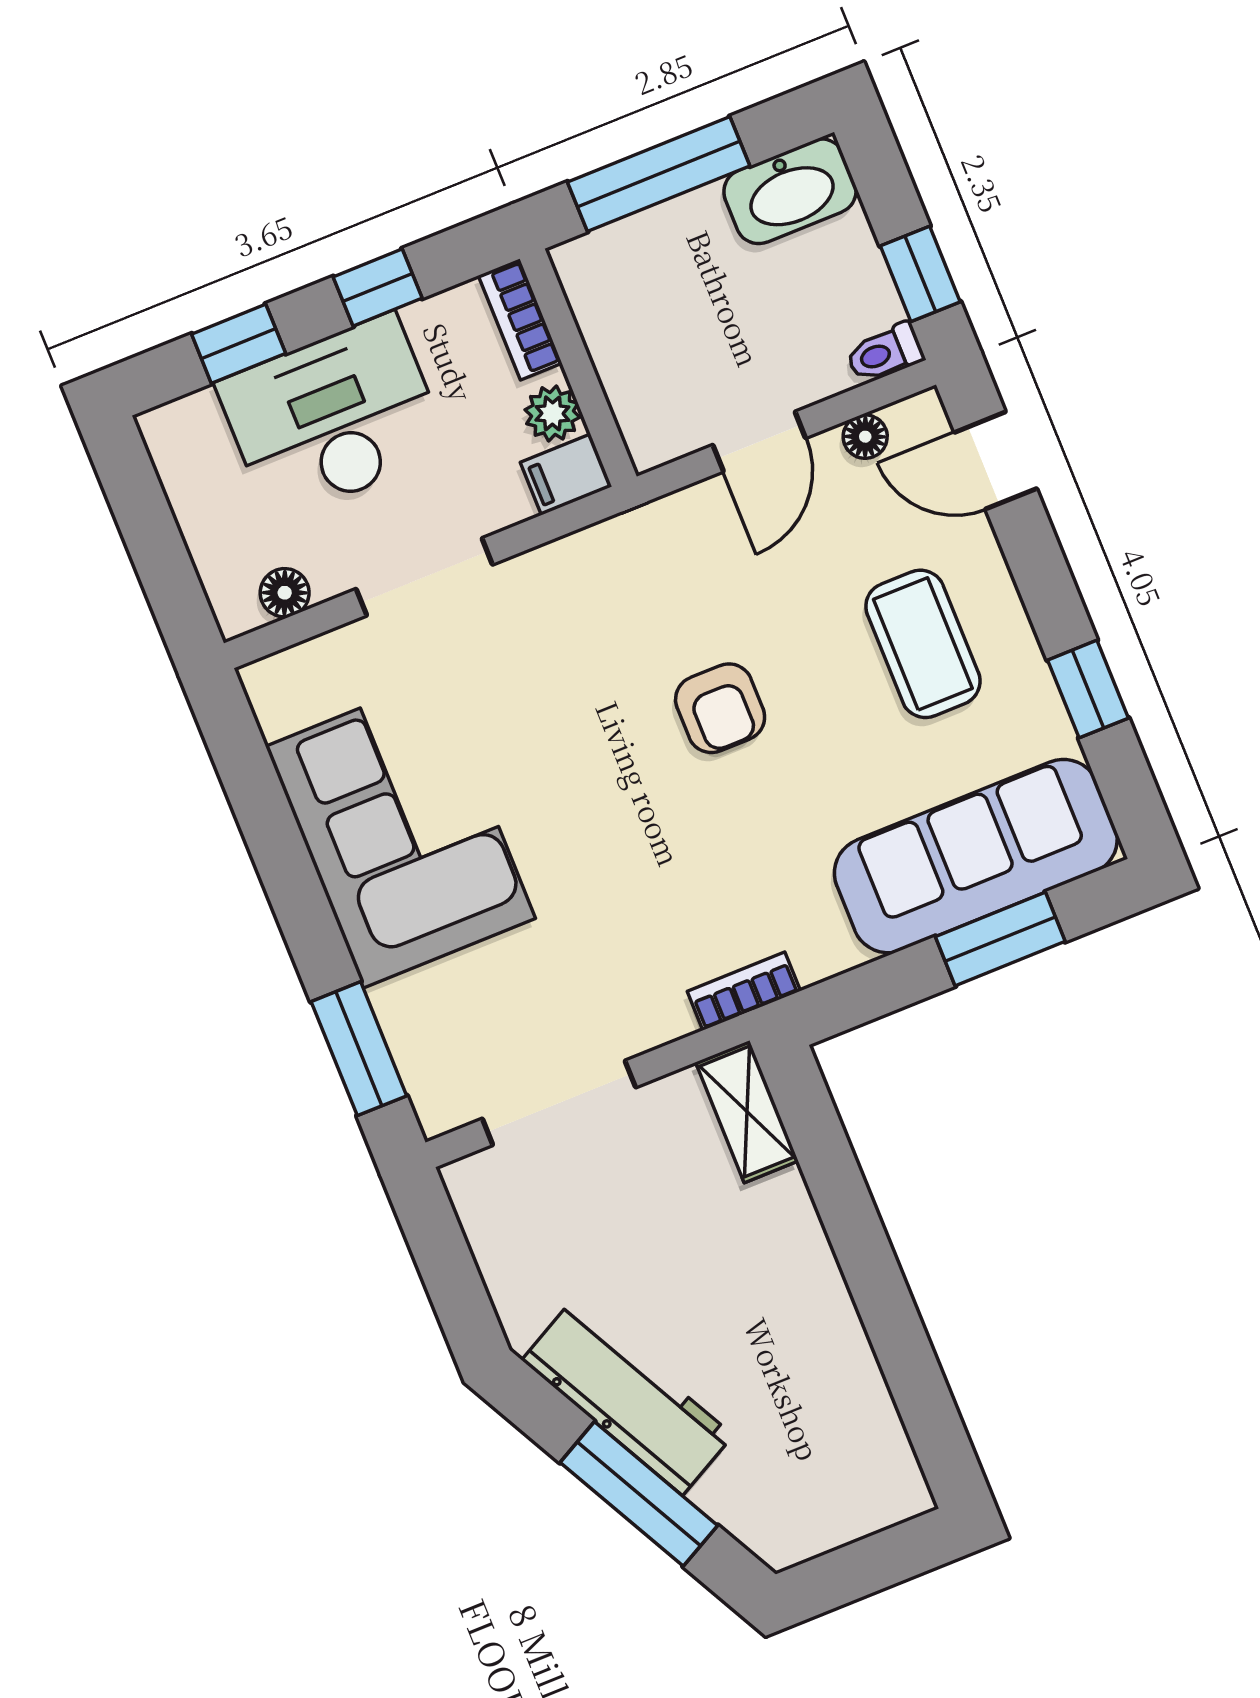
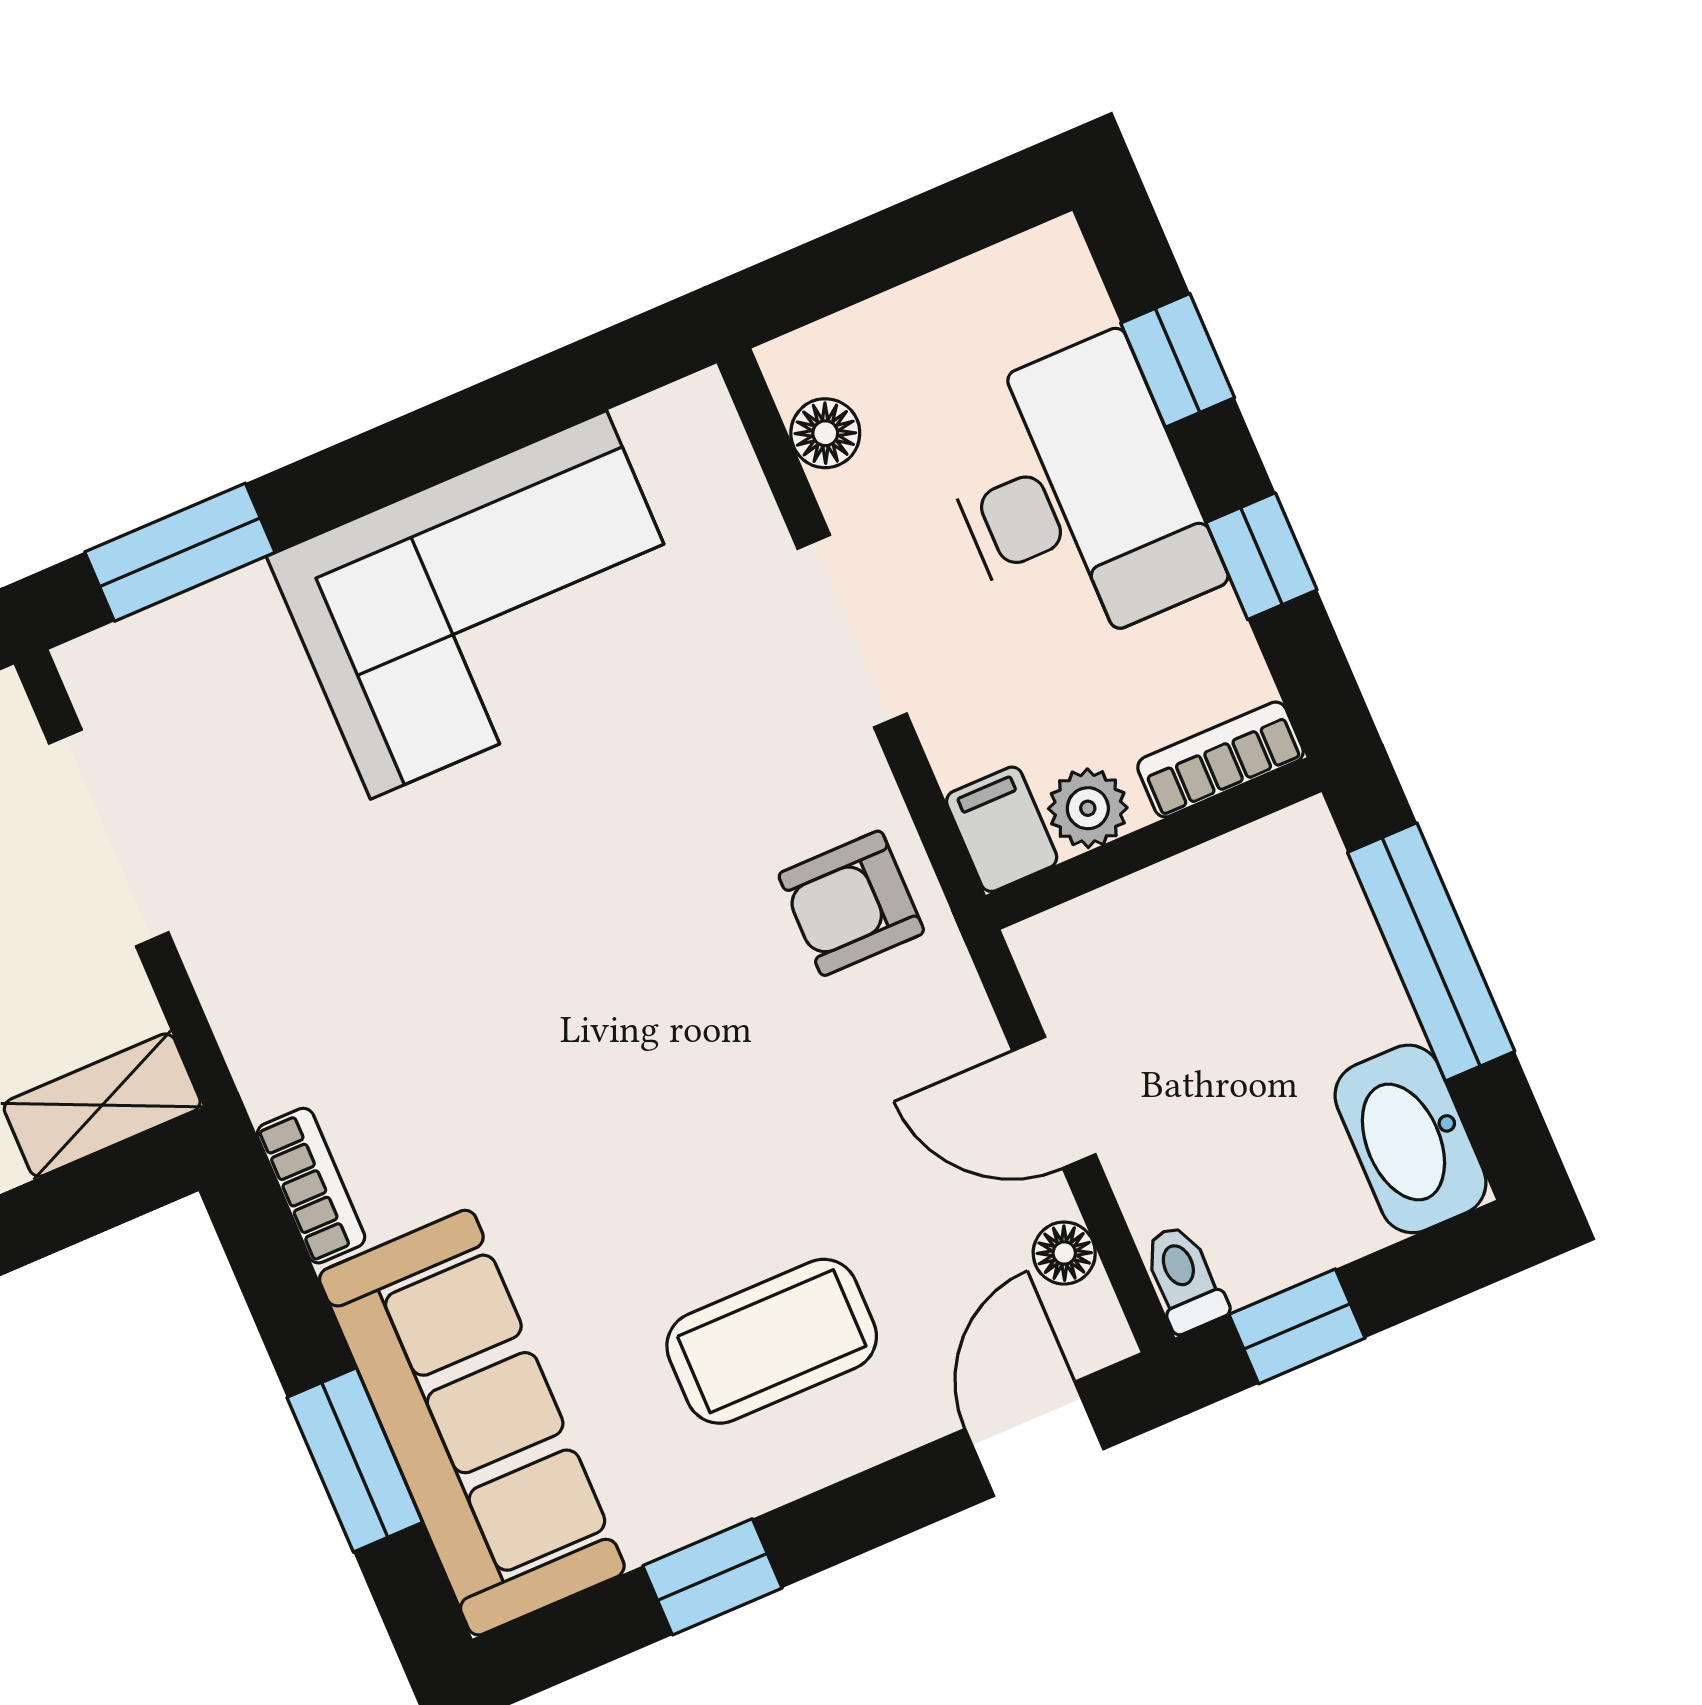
armchair: (720, 708) -> (851, 903), moved
bookcase: (744, 991) -> (311, 1186), moved

